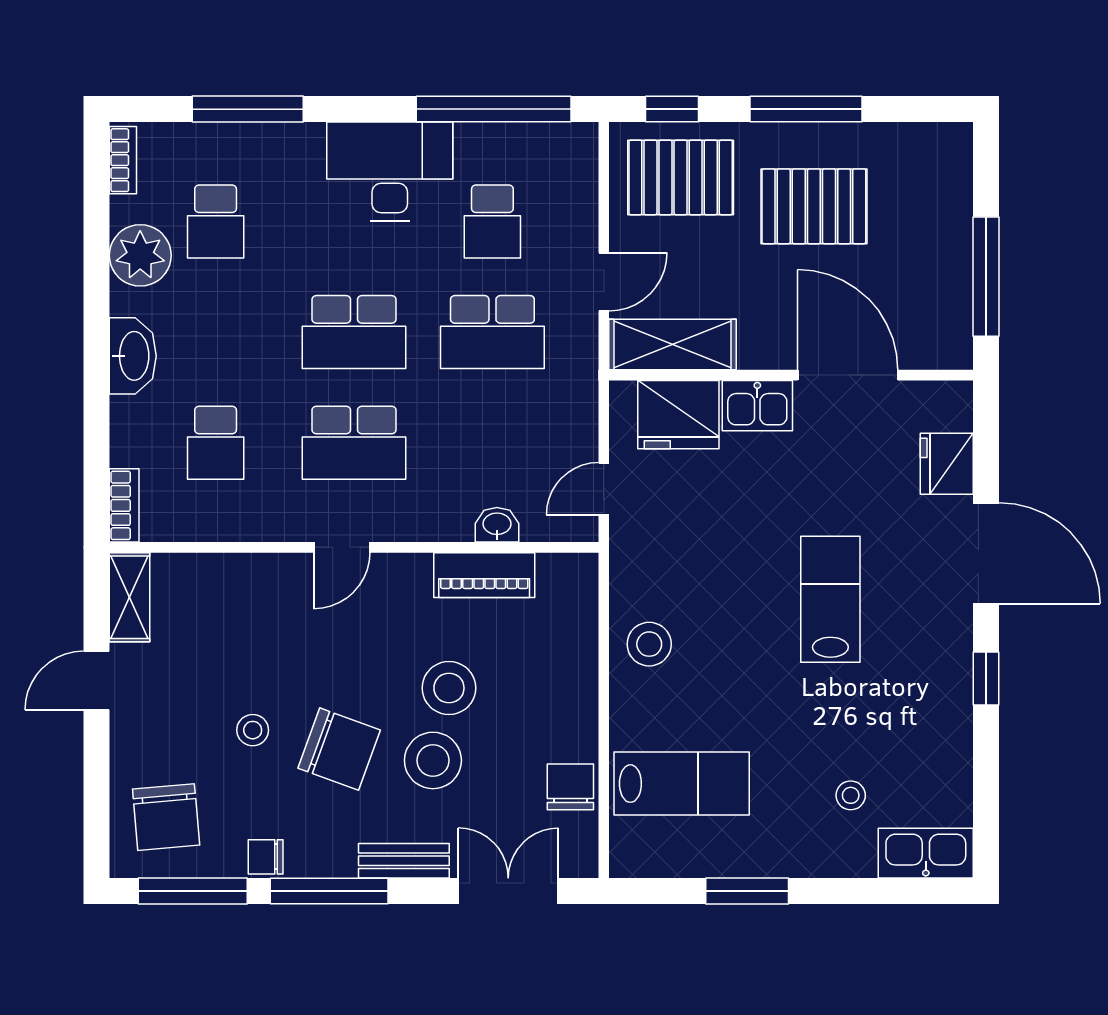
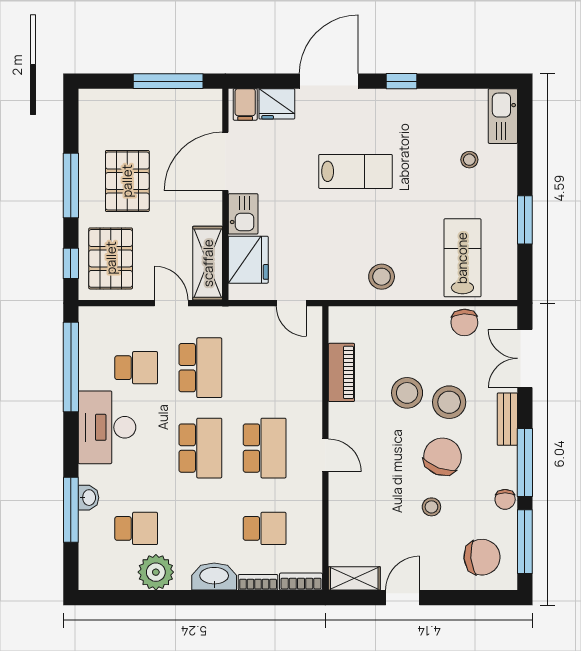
bookcase: (123, 160) -> (258, 582), moved
filing cabinet: (946, 409) -> (245, 104), added
washbasin: (497, 525) -> (88, 498), moved, turned 180
lab bench: (830, 599) -> (355, 171), turned 180
door: (96, 681) -> (403, 598), swing flipped
chair: (570, 787) -> (464, 322), turned -92

